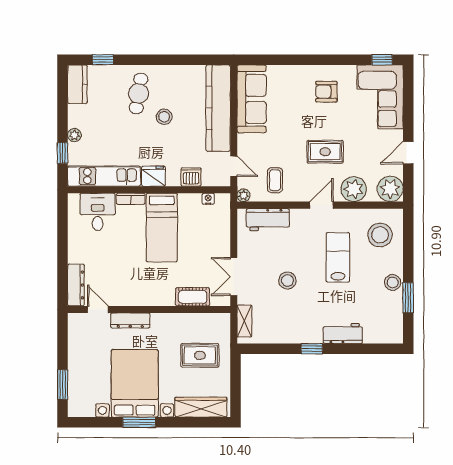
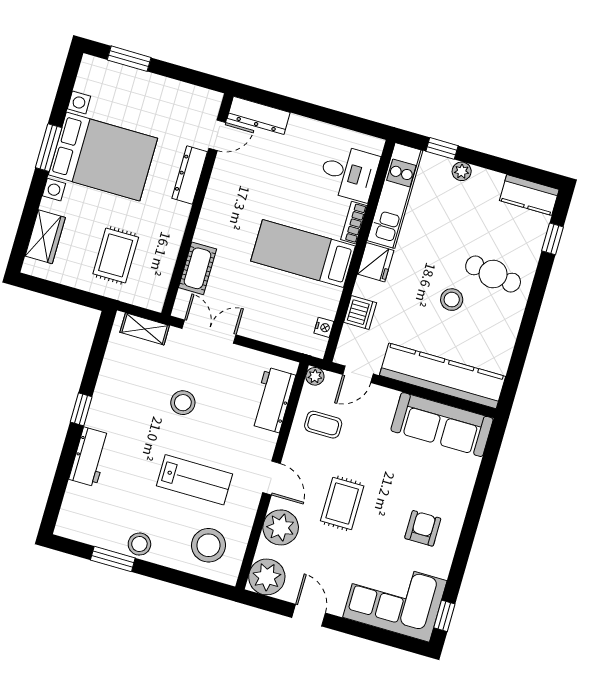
wardrobe: (201, 407) -> (45, 237), width x0.67

